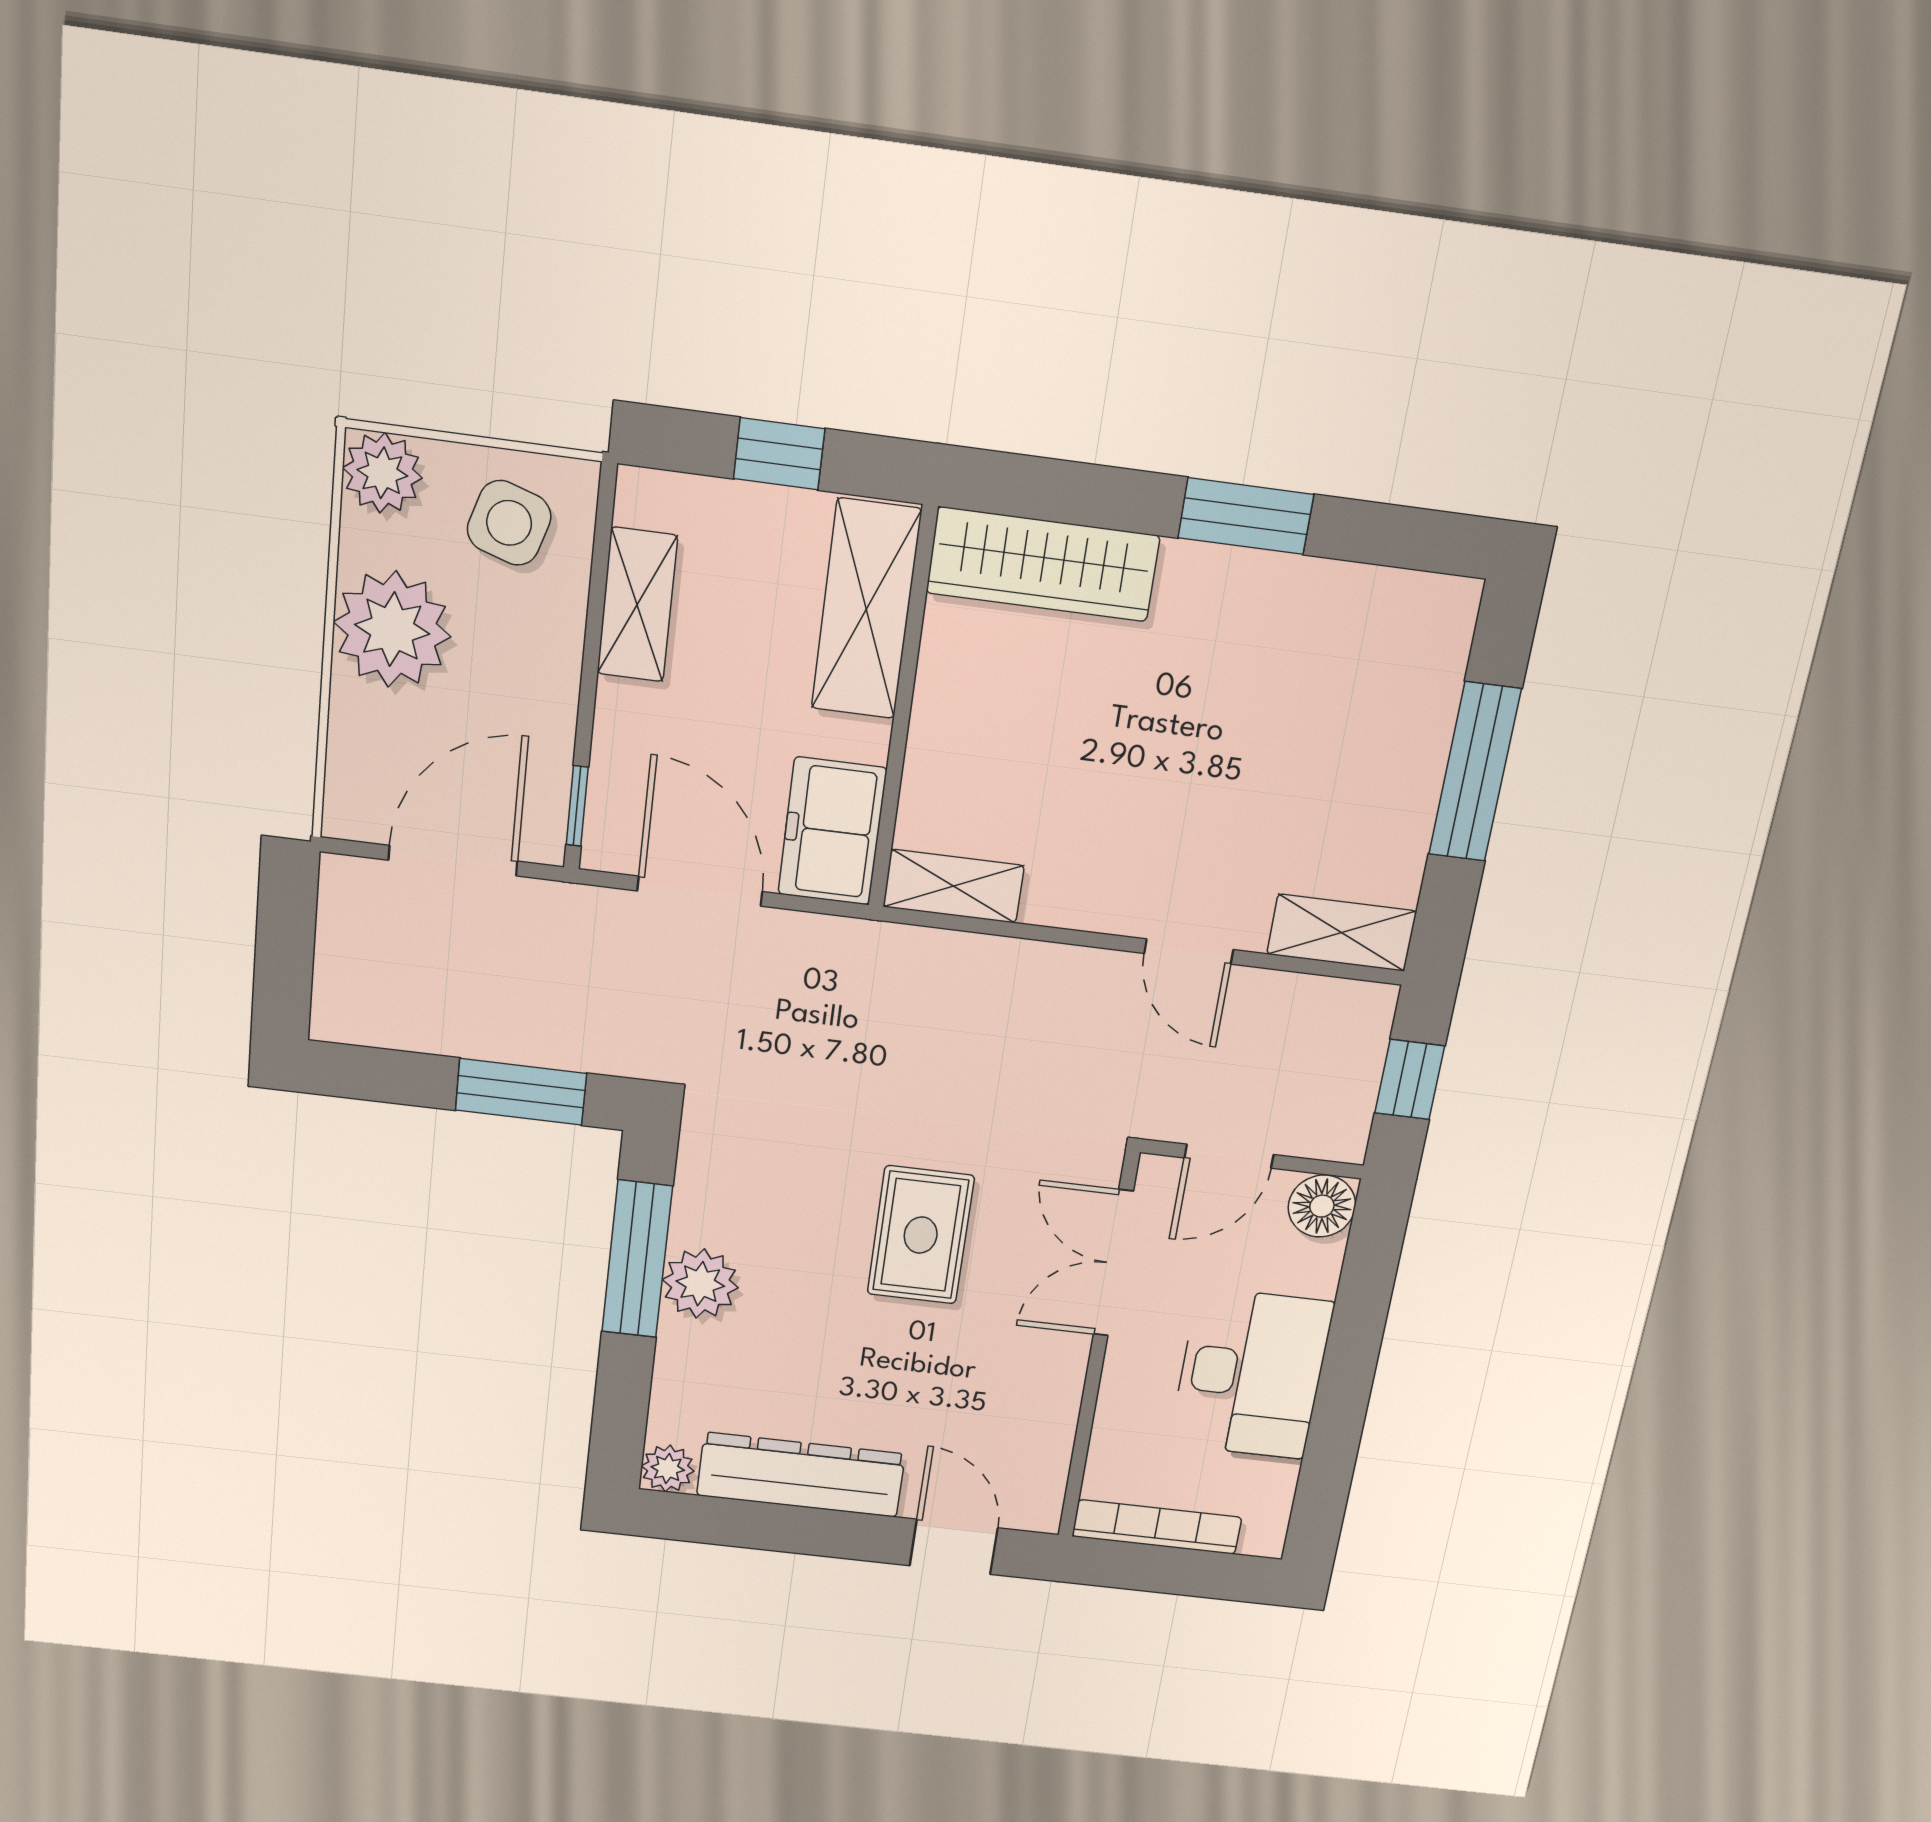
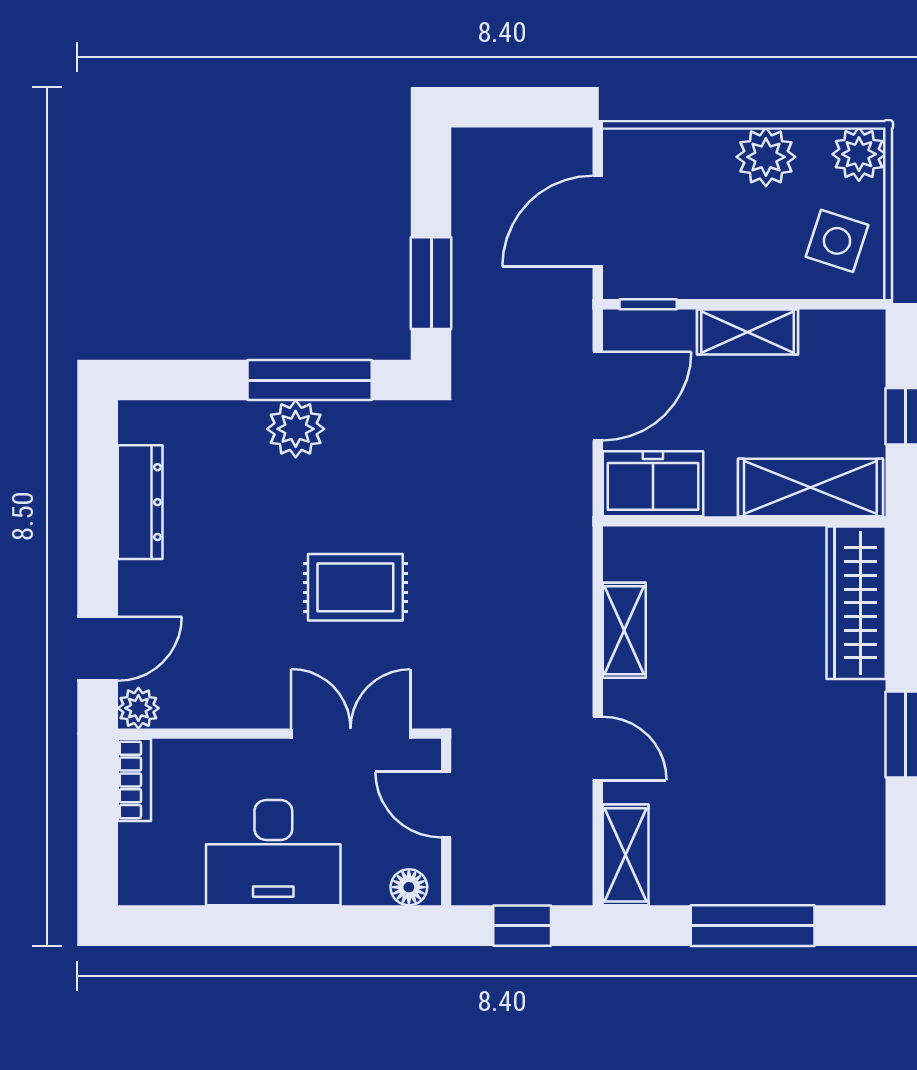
shelving: (637, 605) -> (747, 332), moved
plant: (392, 629) -> (766, 157), width x0.73, depth x0.73
door: (453, 861) -> (598, 221), swing flipped
shelving: (954, 886) -> (624, 630), moved
door: (1189, 952) -> (598, 748), swing flipped
floor lamp: (1322, 1206) -> (409, 887), width x0.73, depth x0.73
plant: (668, 1468) -> (138, 708), moved
dresser: (801, 1475) -> (140, 502), width x0.73, depth x0.80
bookcase: (1157, 1527) -> (134, 780), width x0.64

